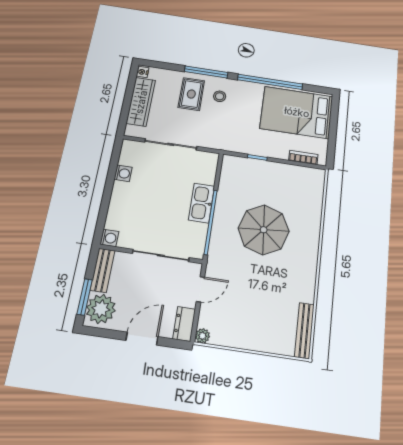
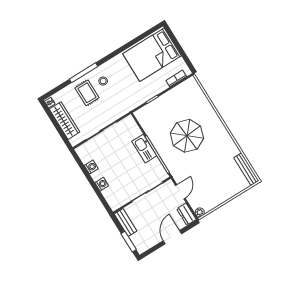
window: (270, 82) -> (123, 48), removed
washing machine: (109, 238) -> (102, 184), moved
plant: (101, 309) -> (141, 240), removed

